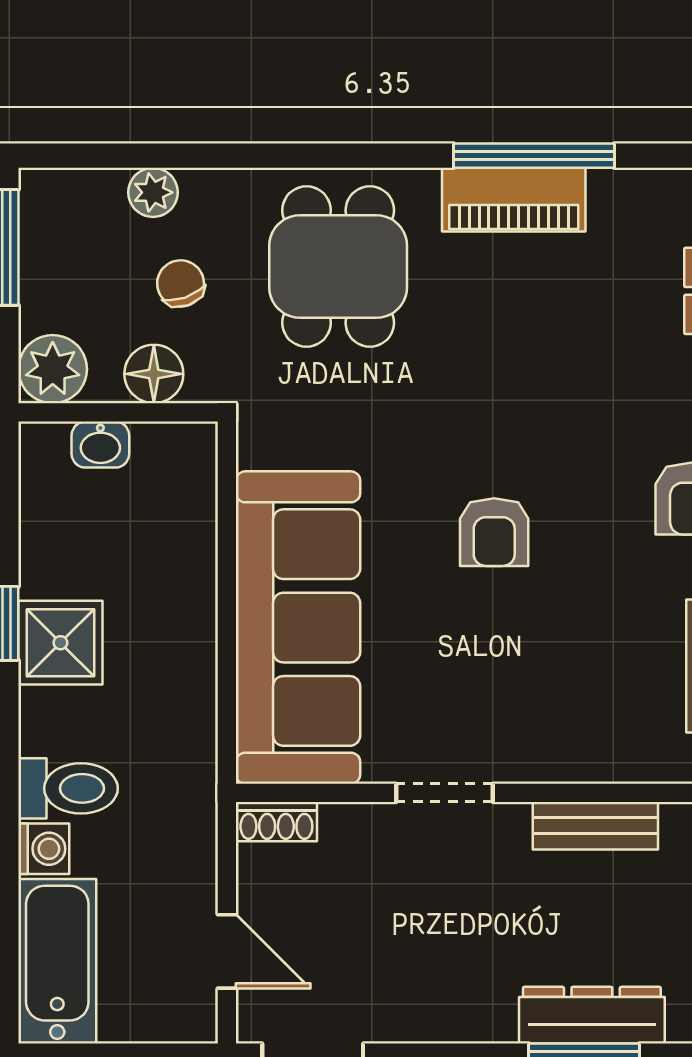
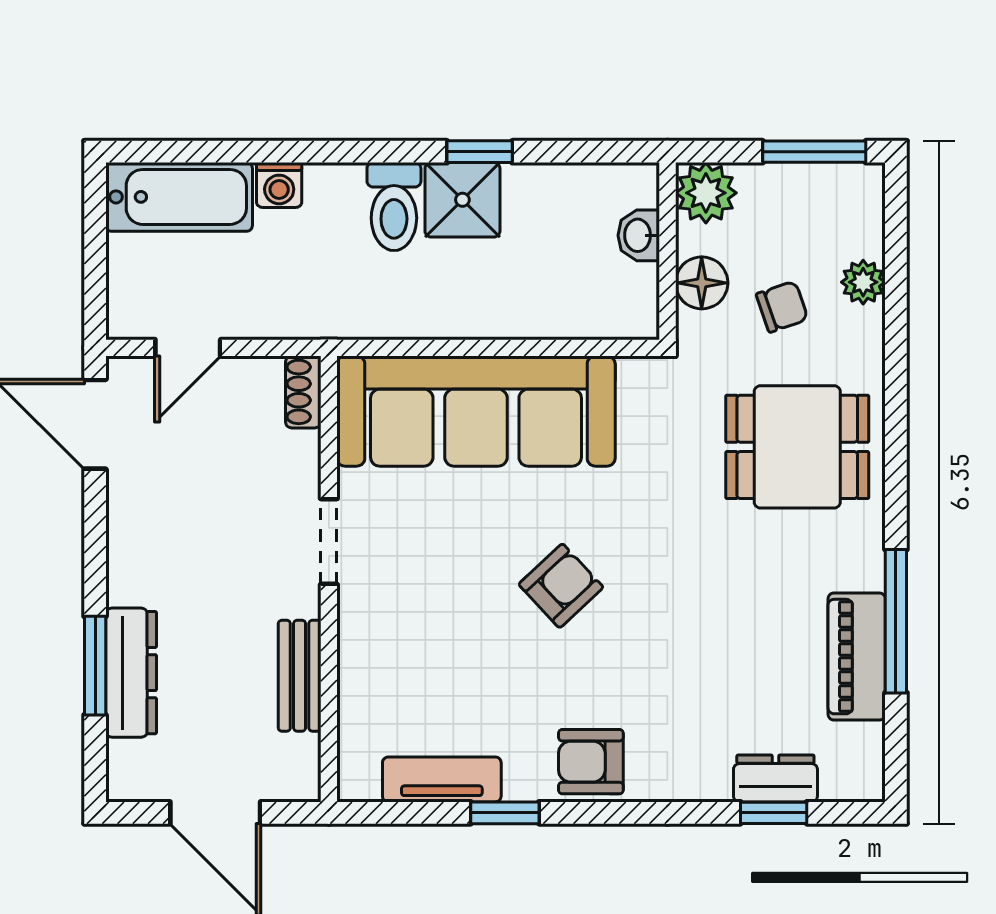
piano: (514, 200) -> (857, 657), moved
armchair: (494, 532) -> (561, 586), turned 137
toilet: (68, 788) -> (394, 207), moved

